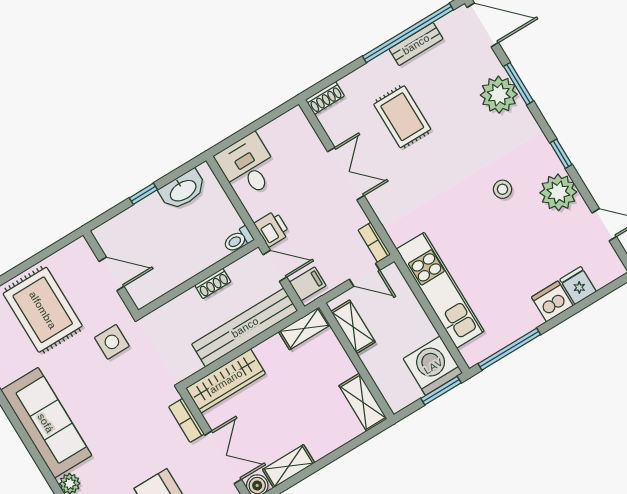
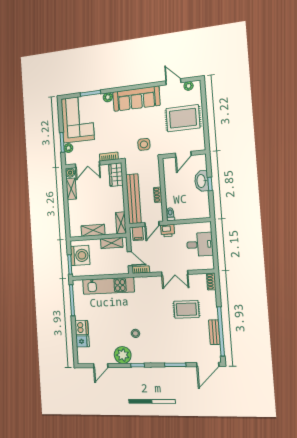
plant: (499, 95) -> (175, 354), removed
desk: (248, 166) -> (200, 244), moved
washbasin: (183, 190) -> (201, 181), moved
door: (365, 275) -> (130, 259), swing flipped
side table: (112, 342) -> (144, 144), moved
washing machine: (433, 366) -> (80, 255), moved
wardrobe: (226, 381) -> (116, 175), width x0.67
shelving: (363, 402) -> (93, 230), moved

